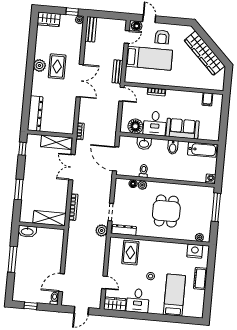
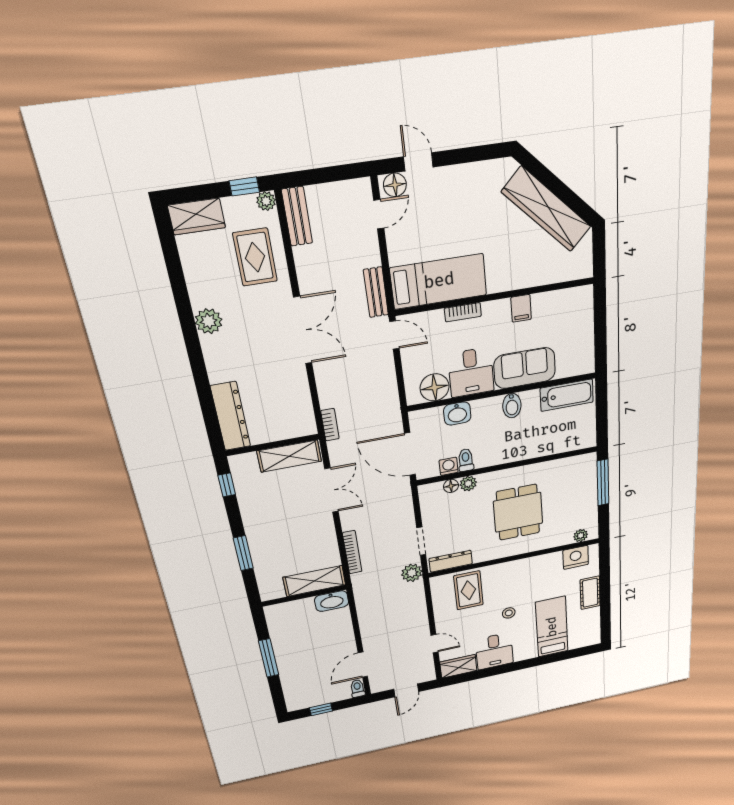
armchair: (162, 37) -> (454, 196), removed
bed: (149, 58) -> (439, 281), moved
rug: (57, 66) -> (255, 257), moved
filing cabinet: (207, 99) -> (521, 308), moved
double door: (72, 167) -> (331, 490), swing flipped
washing machine: (211, 179) -> (449, 466), moved
washbasin: (27, 231) -> (332, 601), moved

